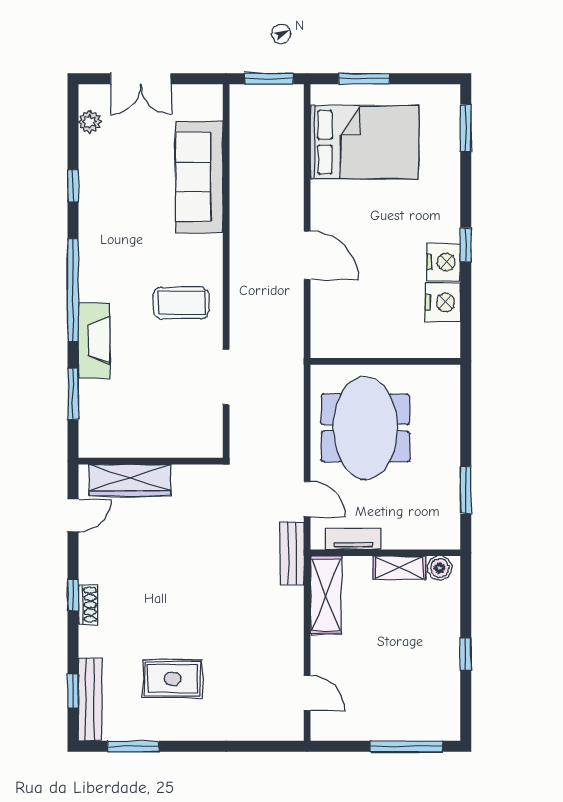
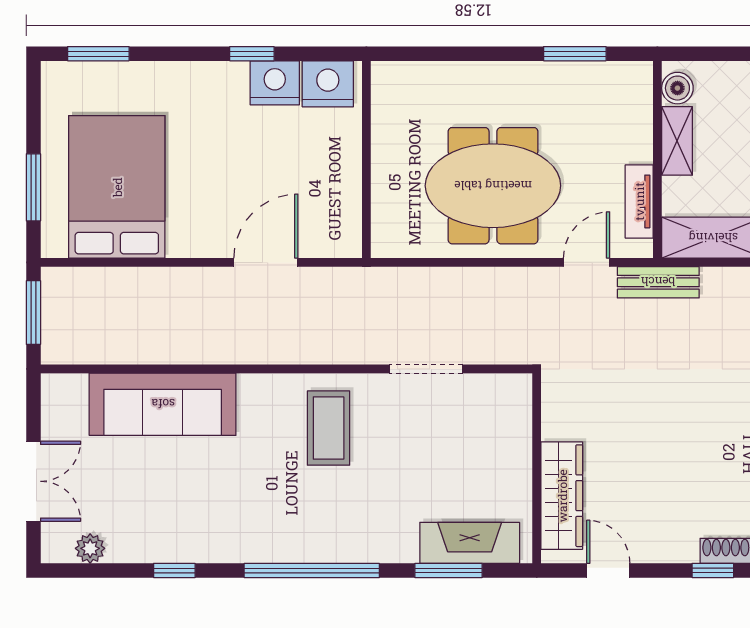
fireplace: (94, 341) -> (470, 543), moved
wall: (385, 361) -> (366, 159), moved

